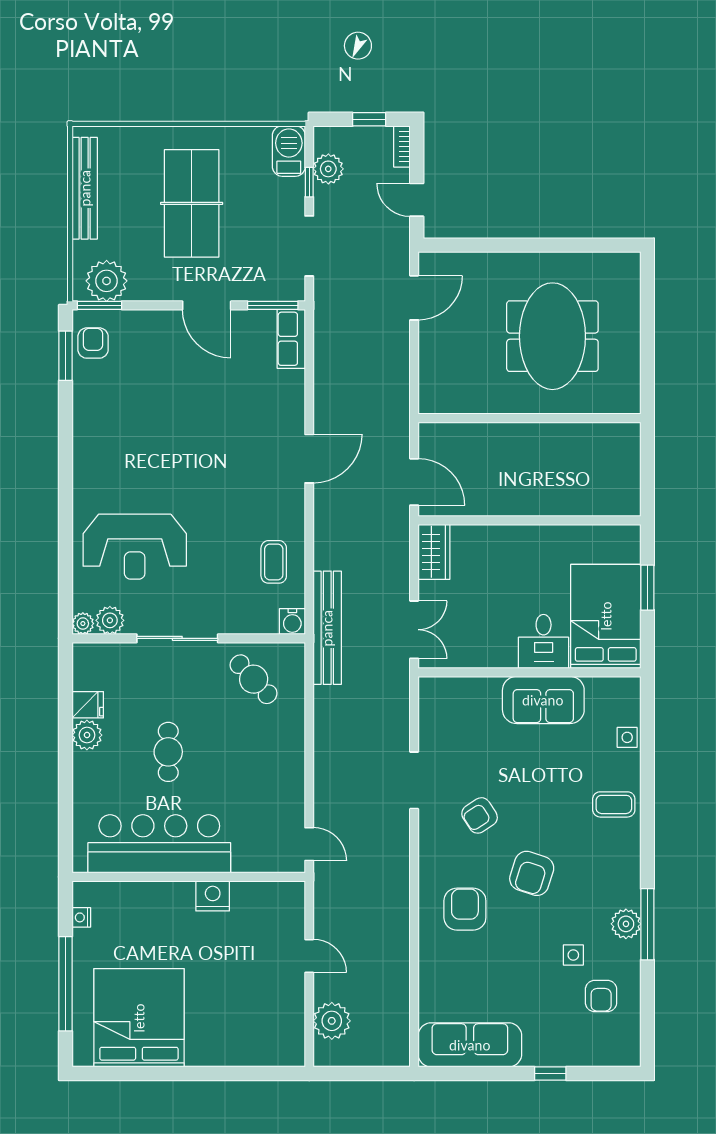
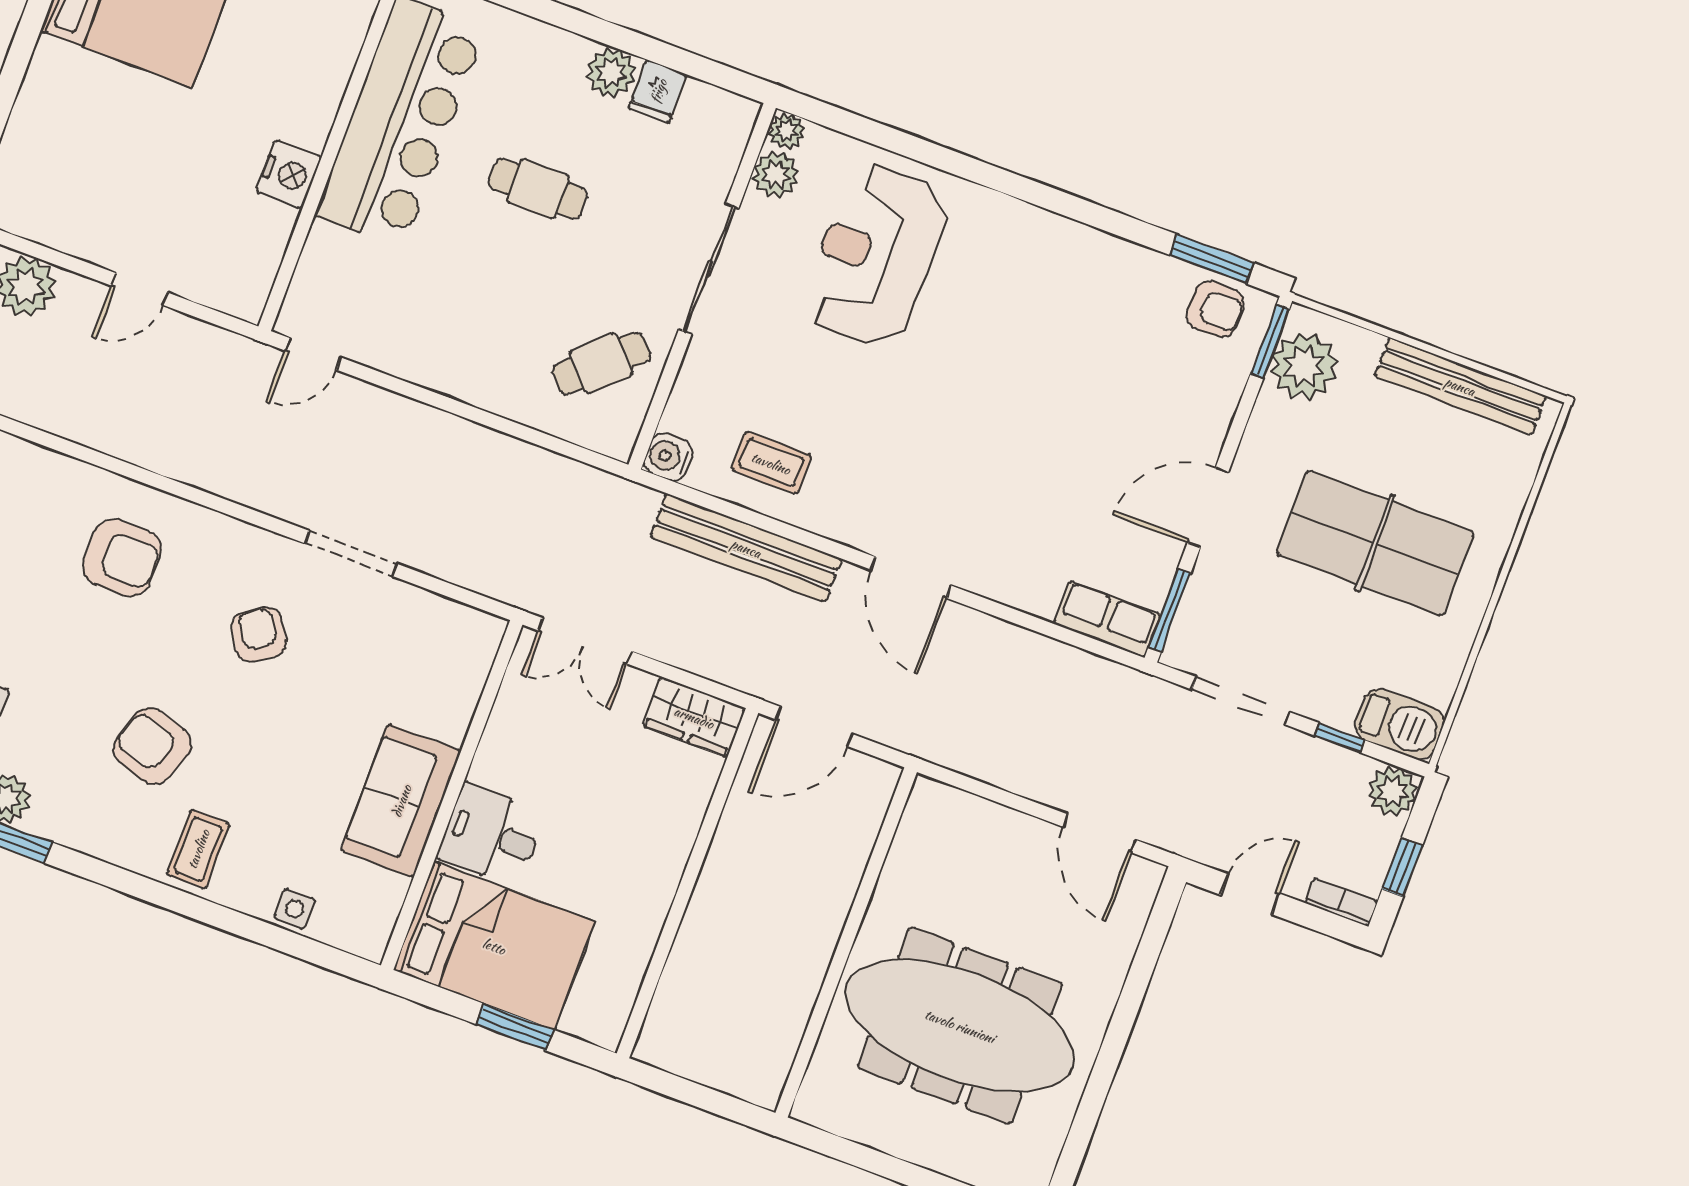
plant: (328, 169) -> (1393, 791), moved
meeting table: (552, 336) -> (960, 1026), width x1.36
bench: (327, 628) -> (746, 548), moved
armchair: (532, 873) -> (152, 746), moved

